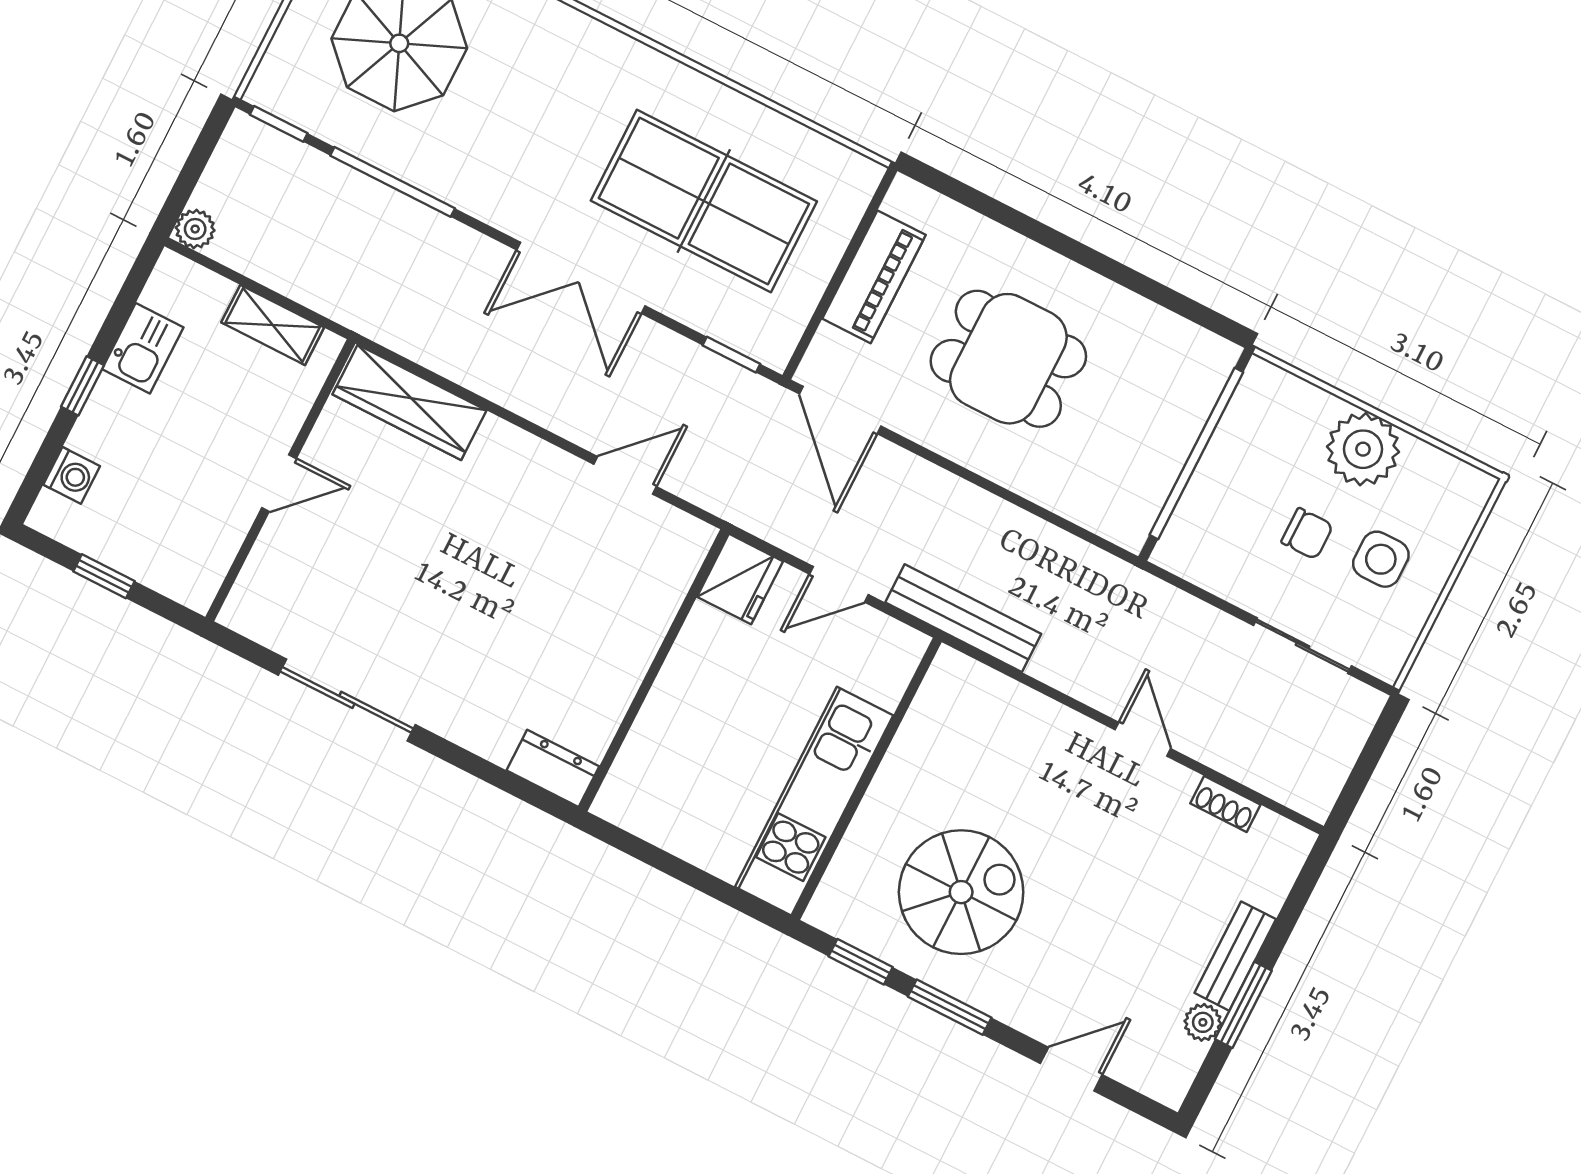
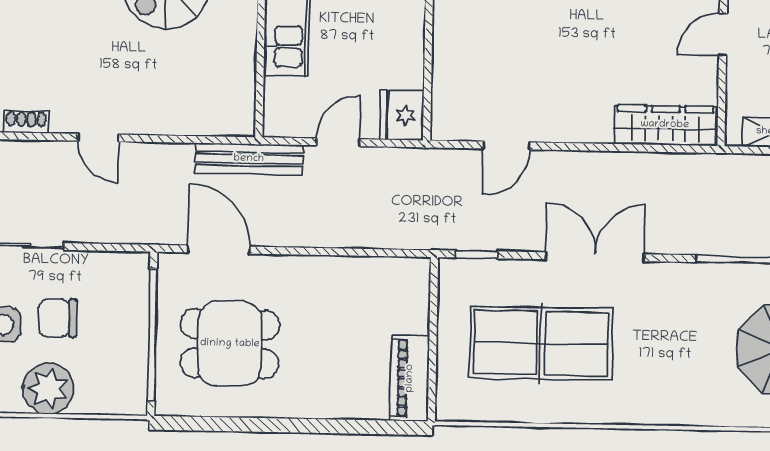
piano: (874, 277) -> (410, 378), moved
dining table: (1008, 359) -> (230, 344), moved
door: (840, 410) -> (219, 250), moved
chair: (1307, 534) -> (58, 318), width x1.37, depth x1.37

